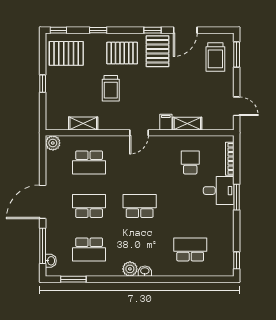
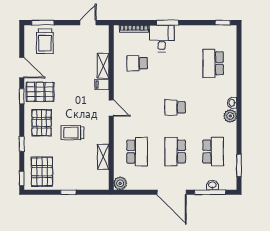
trolley: (215, 57) -> (45, 41), turned 90
trolley: (111, 88) -> (72, 133), turned 180
school desk: (140, 206) -> (175, 107), width x0.54
washbasin: (51, 261) -> (212, 185), moved

